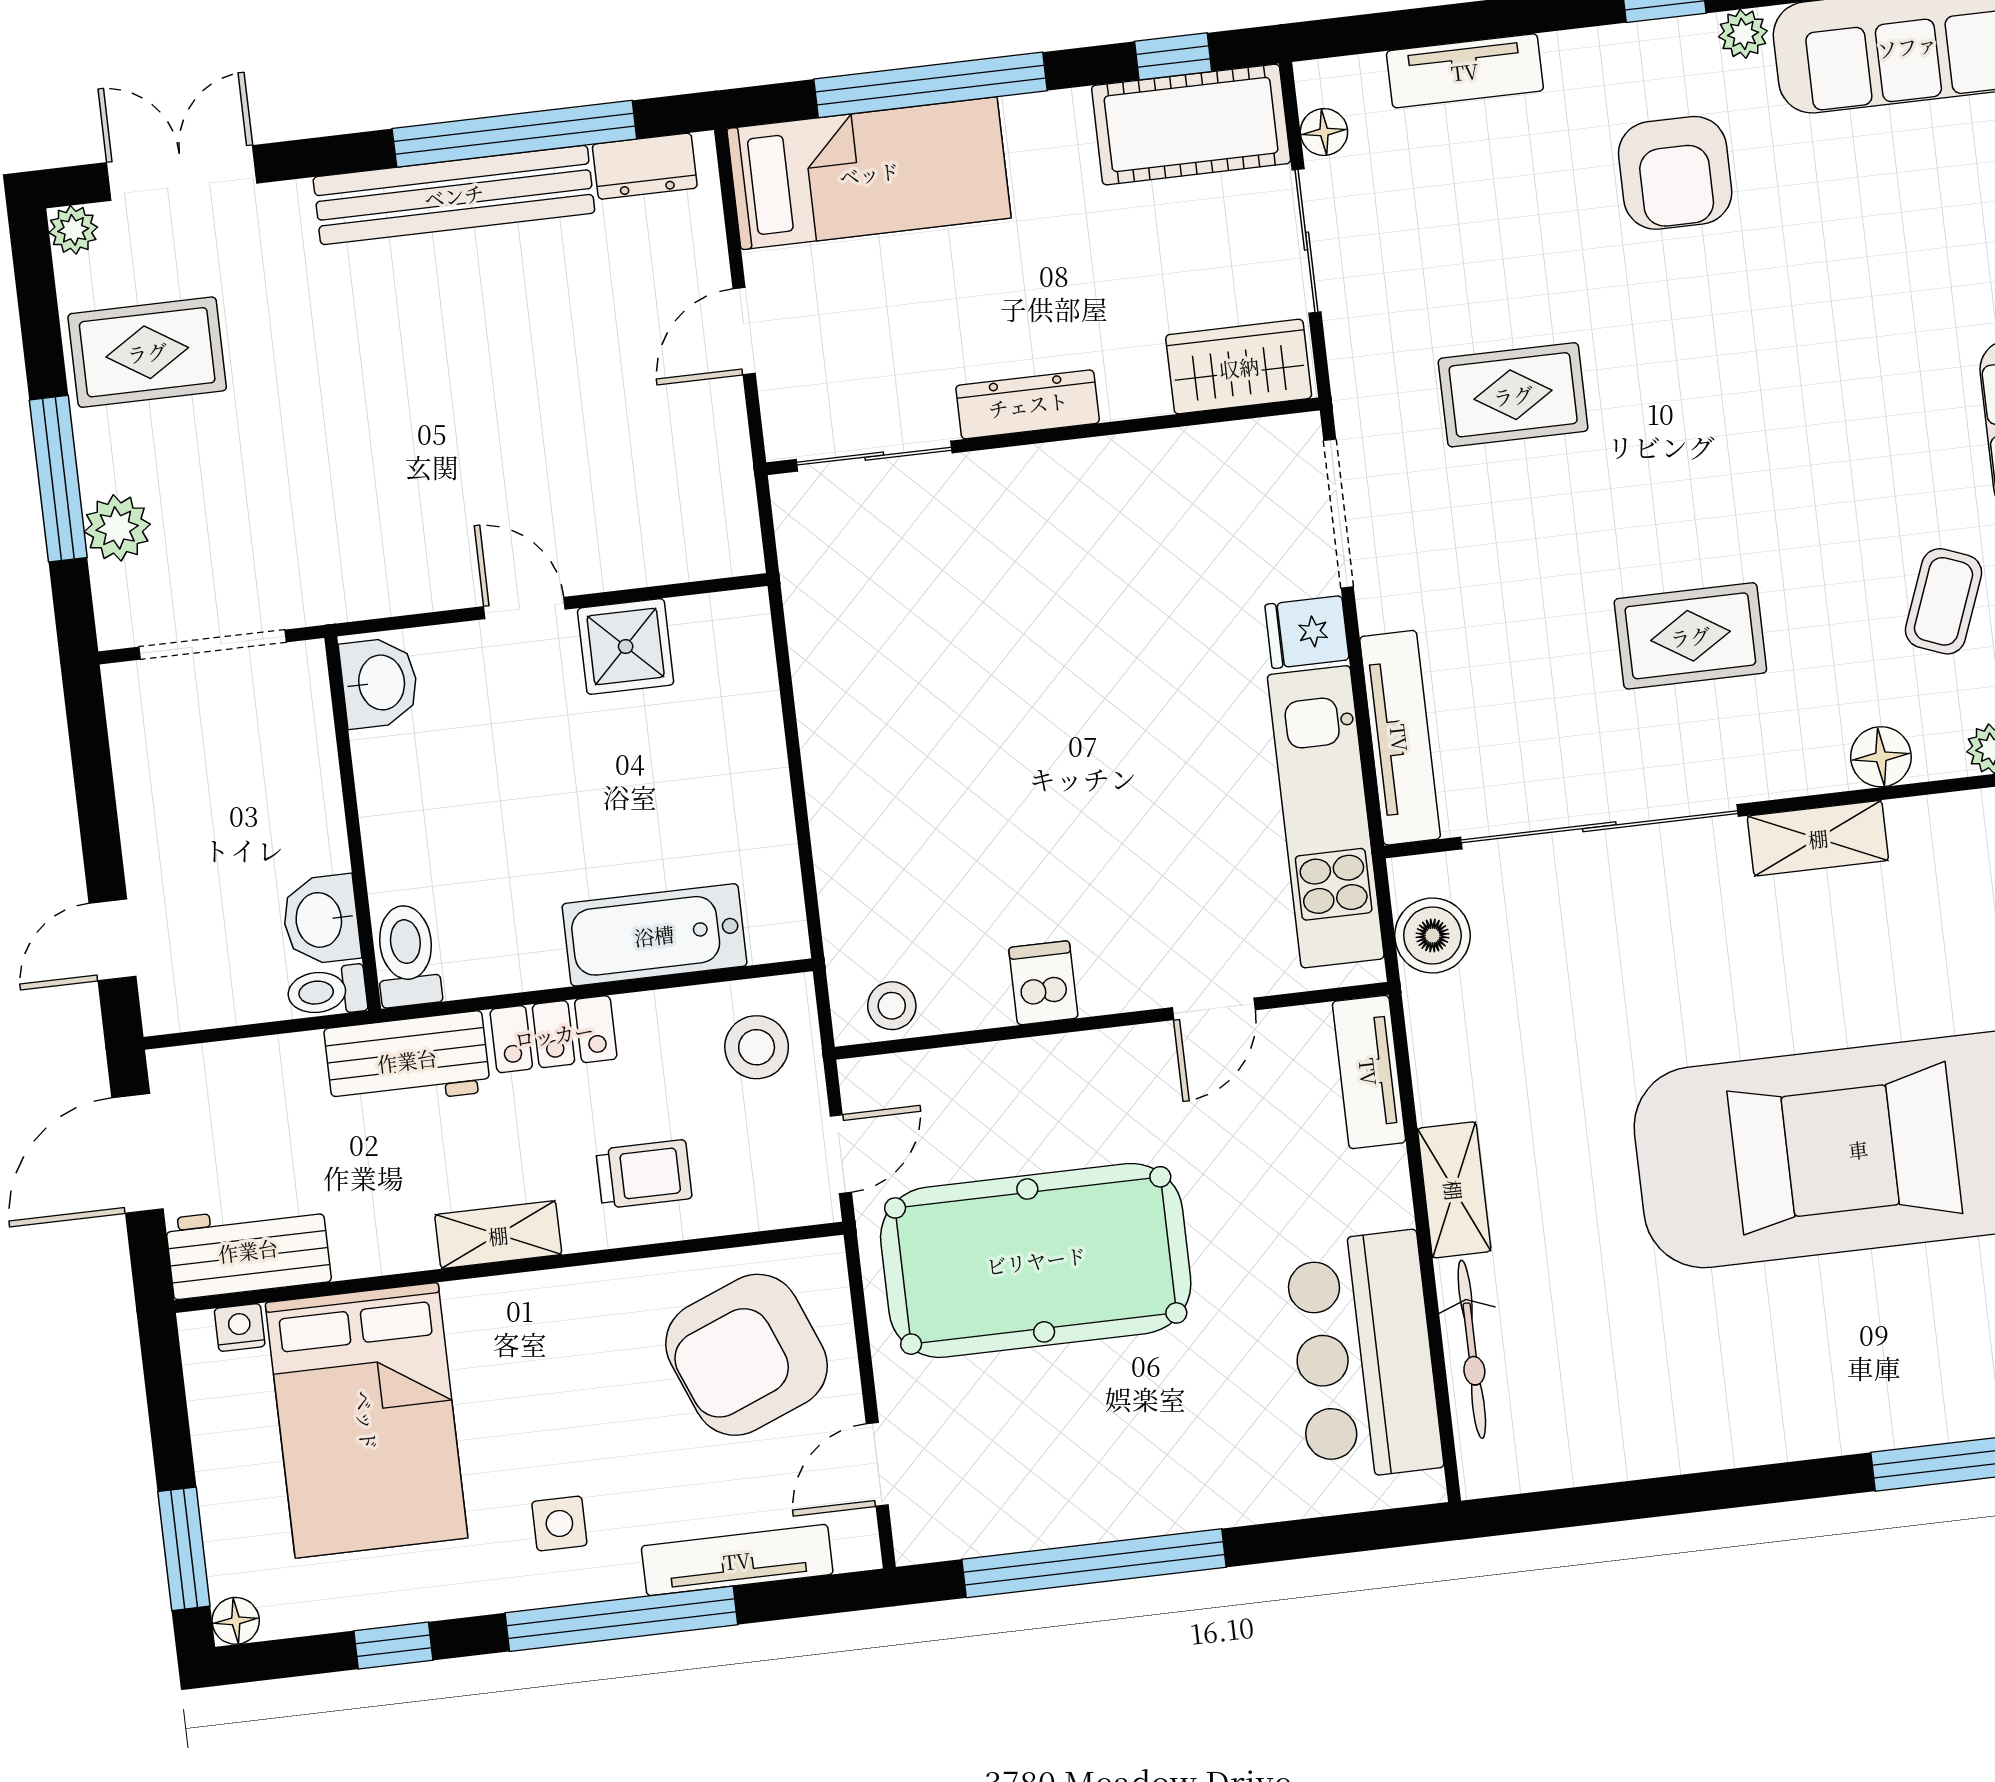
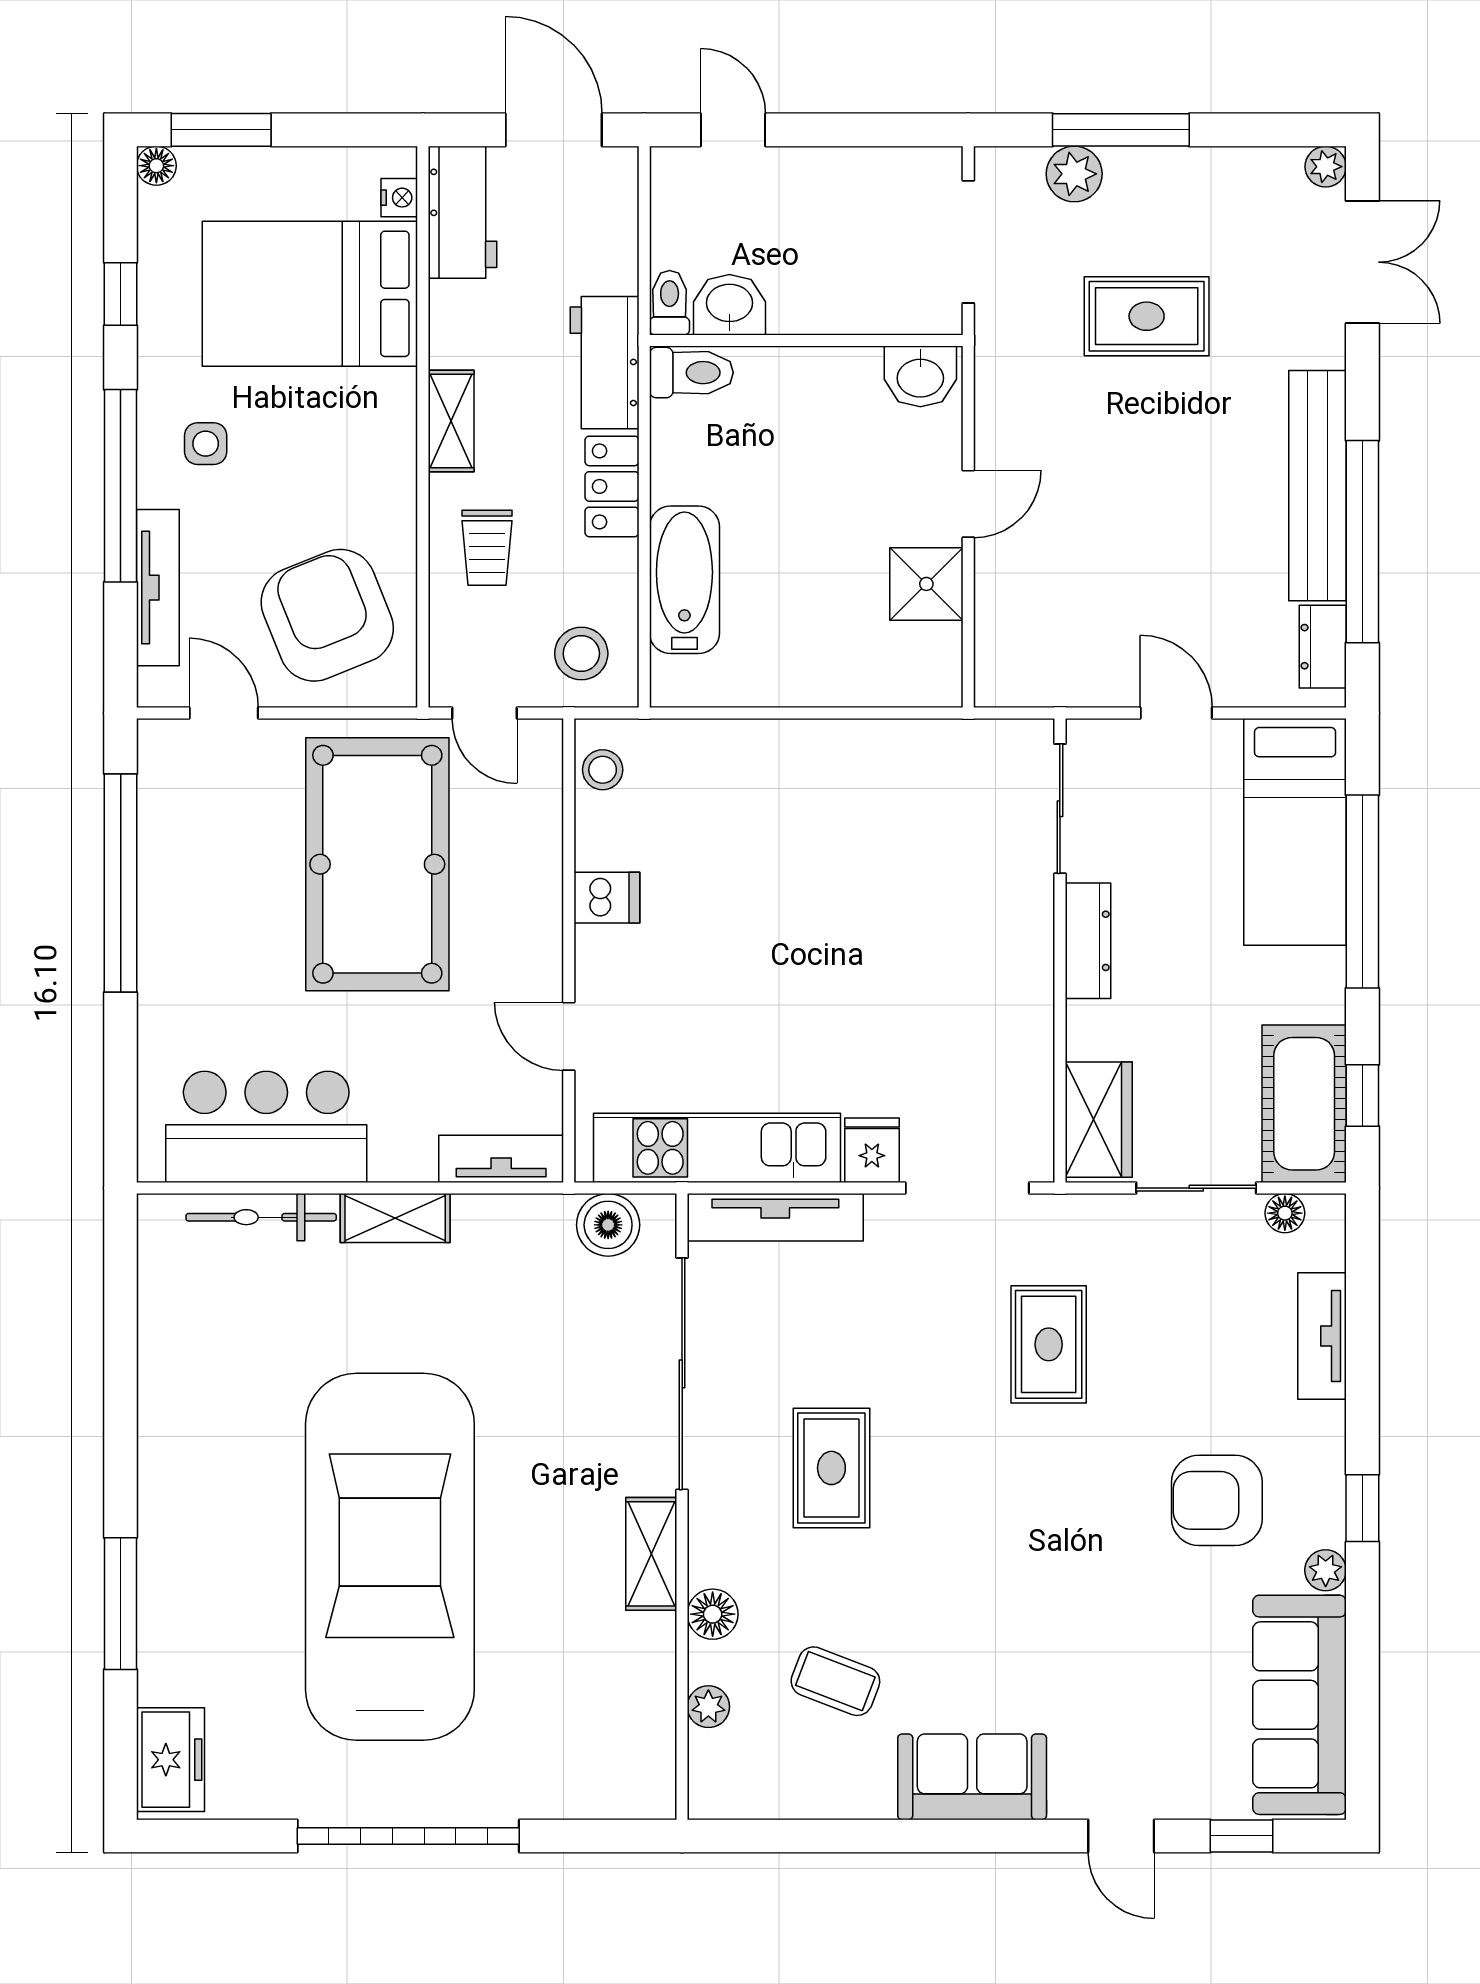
rug: (147, 352) -> (1147, 316), moved, turned 90

